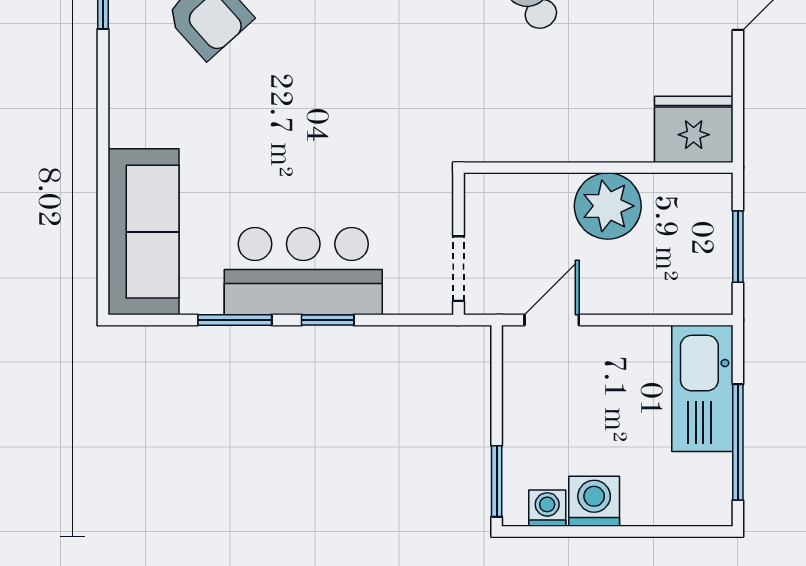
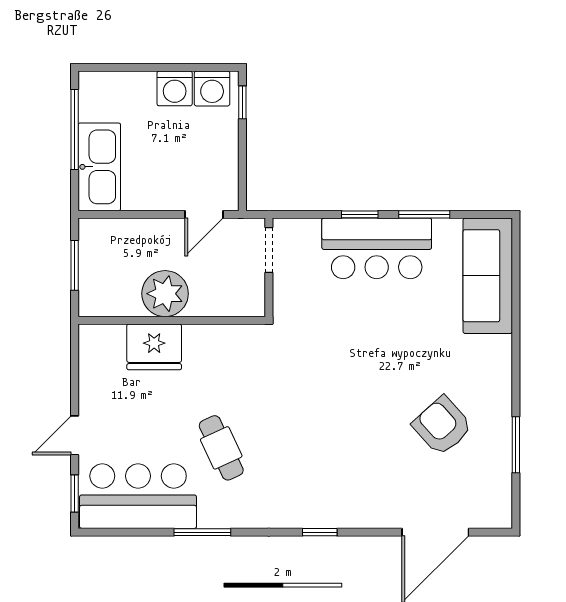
fridge: (694, 129) -> (154, 347), moved
window: (497, 481) -> (242, 102), width x0.67
washing machine: (547, 508) -> (212, 89), width x1.38, depth x1.38

